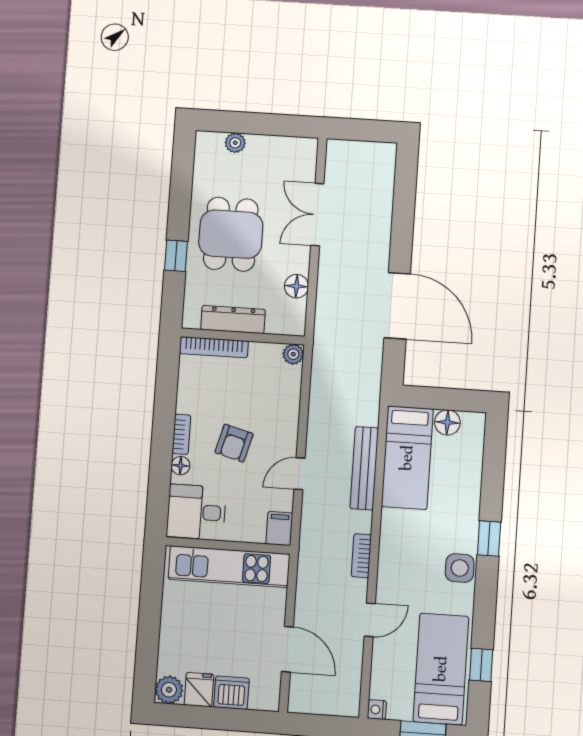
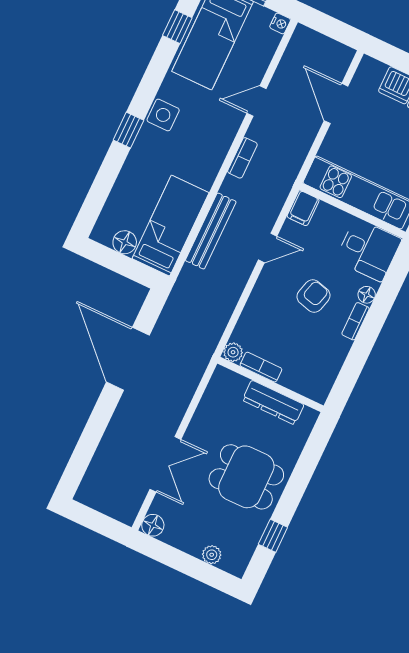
dining table: (231, 234) -> (246, 477), turned 90
window: (176, 256) -> (273, 536), moved
floor lamp: (296, 286) -> (153, 525), moved
bookcase: (214, 347) -> (261, 367), moved, width x0.64

